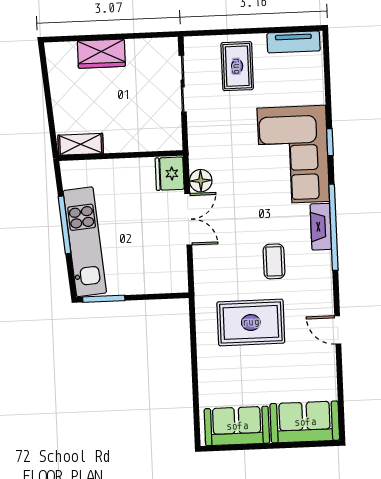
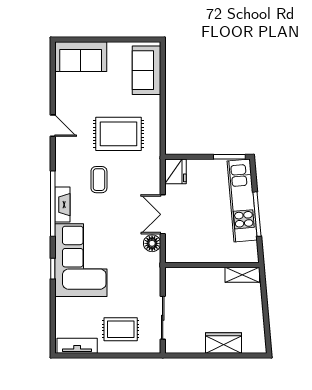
rug: (237, 66) -> (121, 329), turned 90
fridge: (170, 174) -> (175, 171), moved
sofa: (237, 426) -> (147, 70), moved, turned 90

